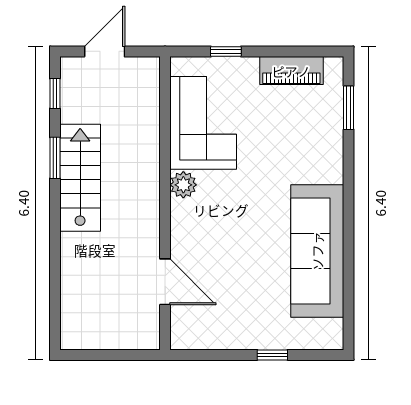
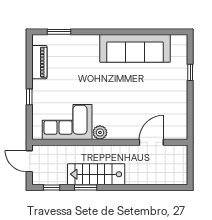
corner sofa: (203, 123) -> (67, 122), moved
plant: (183, 185) -> (100, 132), moved
wall: (165, 203) -> (110, 142), moved
door: (165, 282) -> (151, 142), moved

